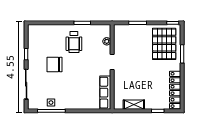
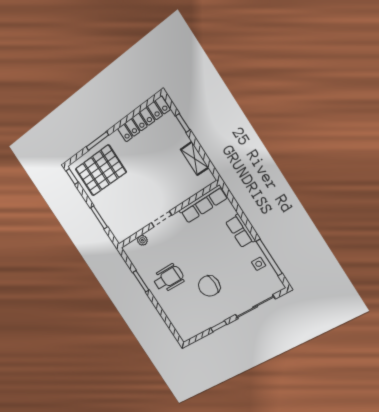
chair: (55, 65) -> (209, 286), turned 90
row of seats: (77, 104) -> (240, 231), added

